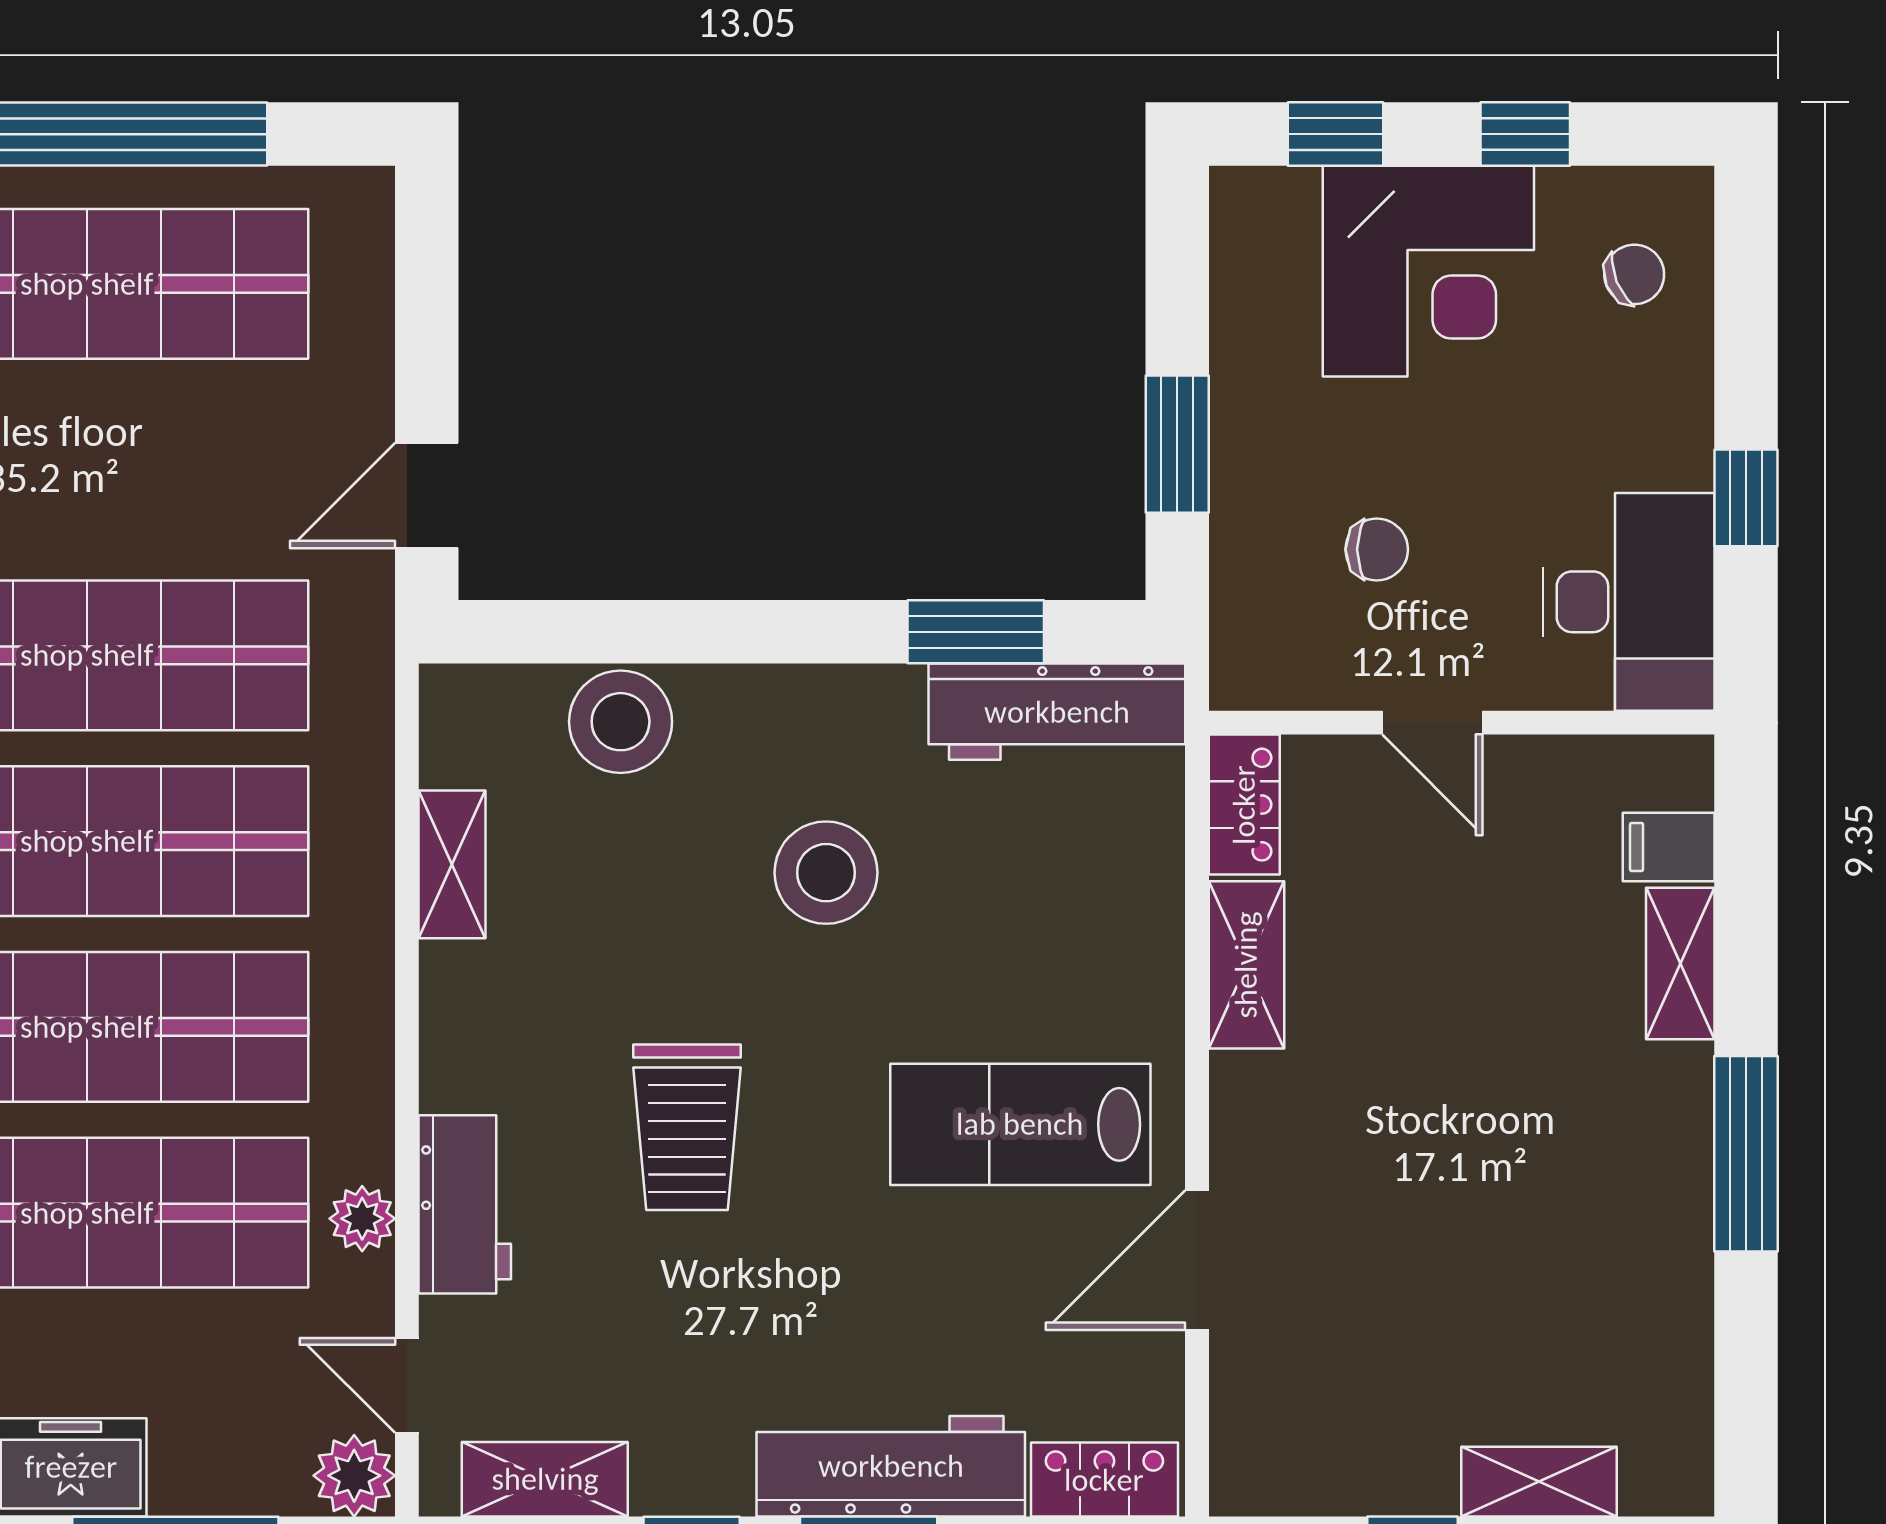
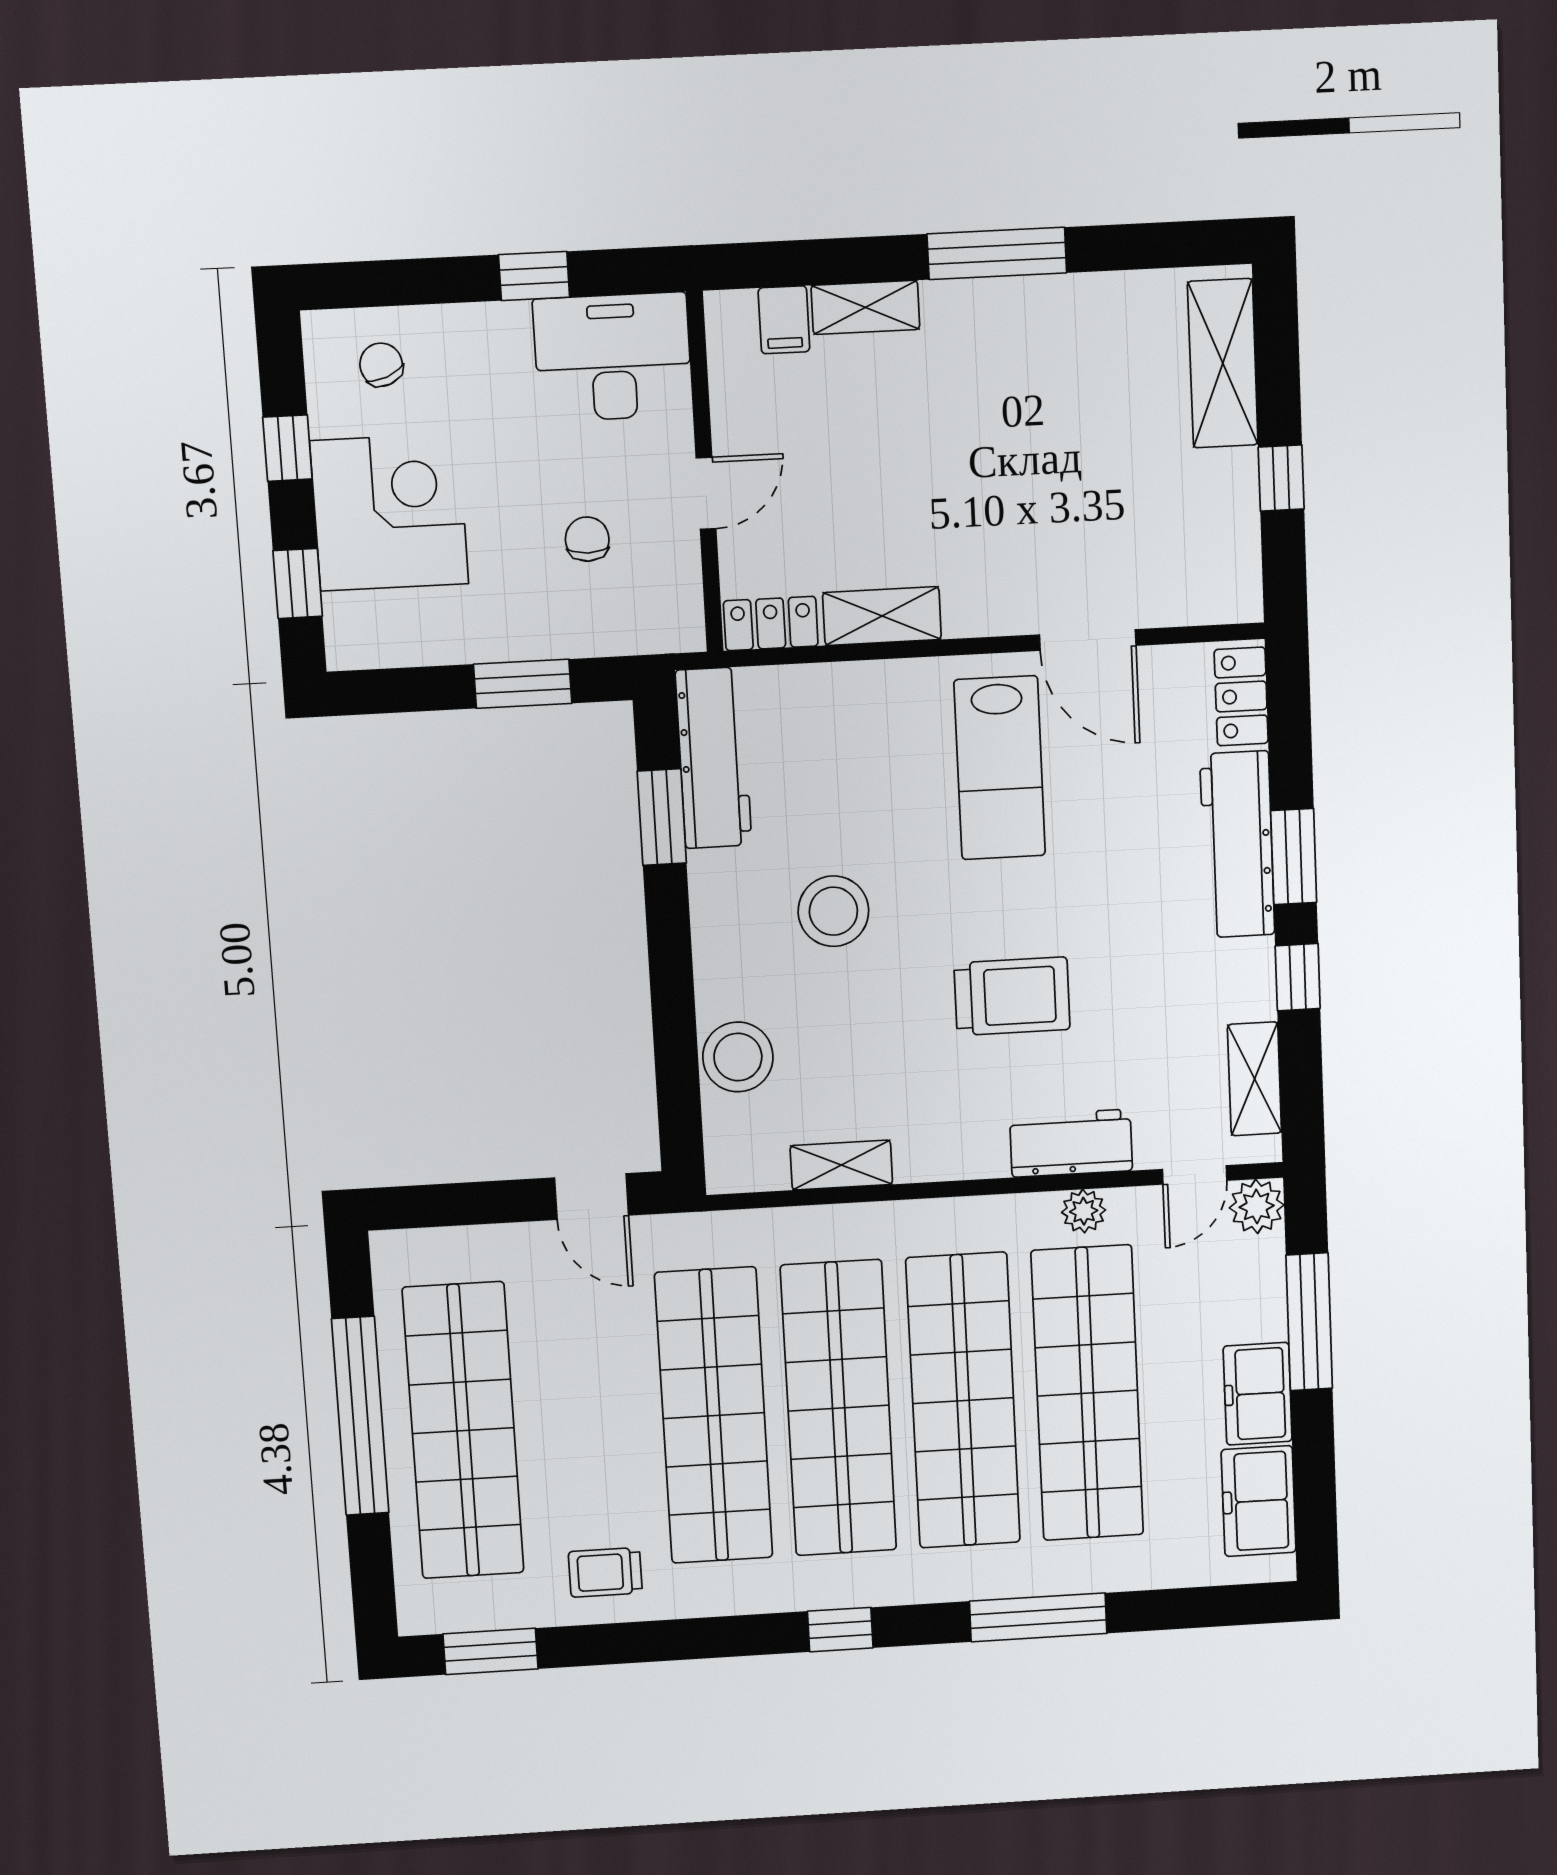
shelving: (1539, 1482) -> (1223, 363), width x1.50, depth x1.33

